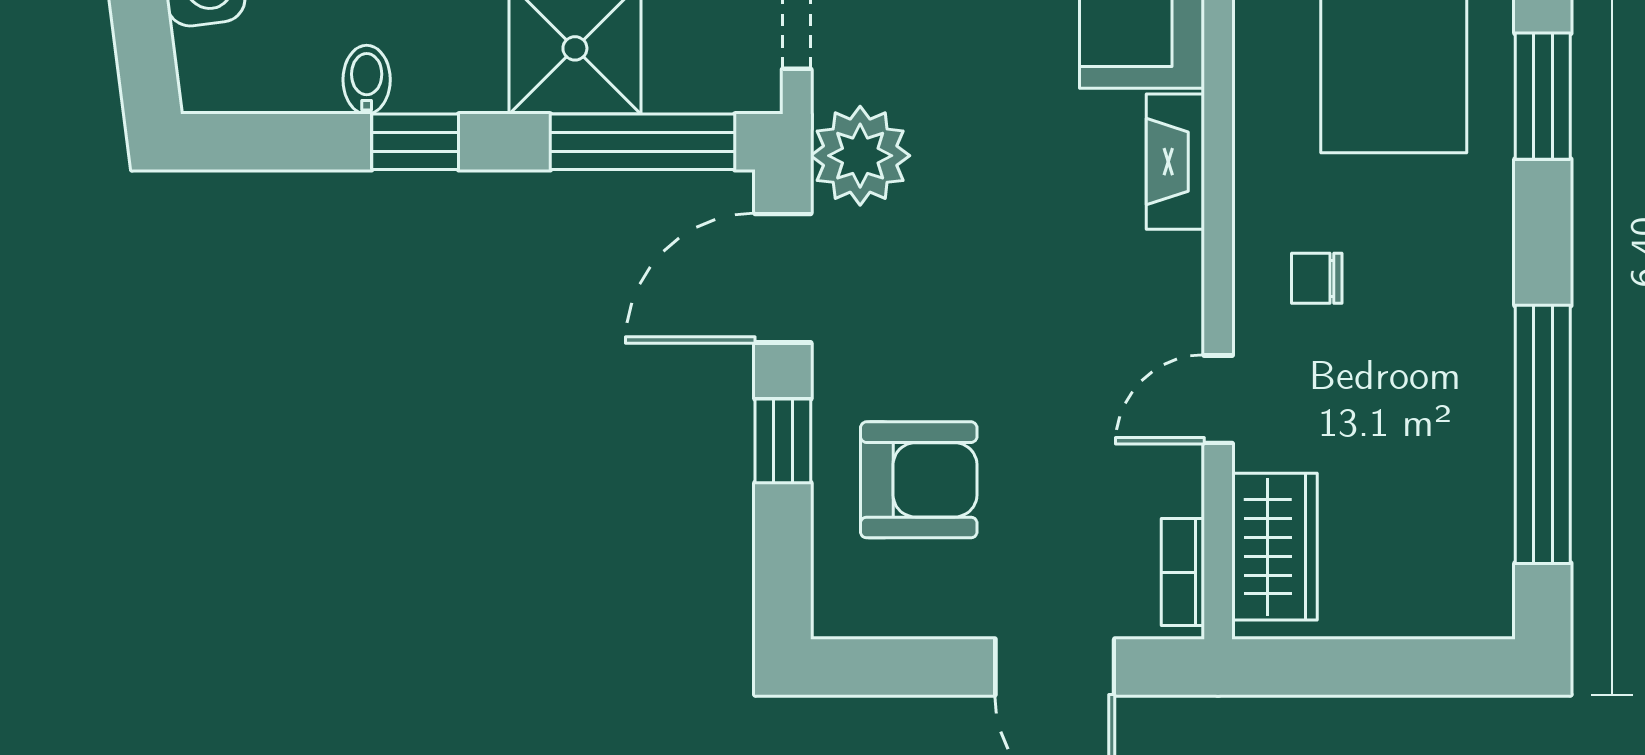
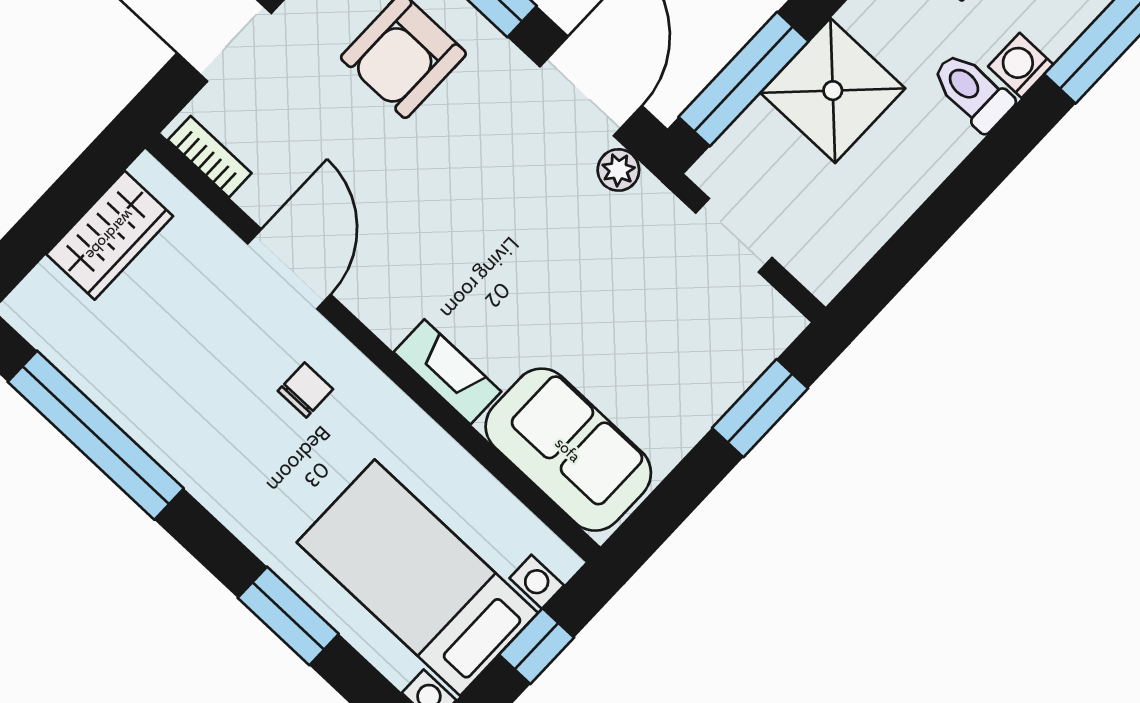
plant: (860, 156) -> (618, 170), width x0.53, depth x0.53
door: (1218, 399) -> (289, 269), width x1.38
wardrobe: (1275, 547) -> (110, 235), moved, turned -90

